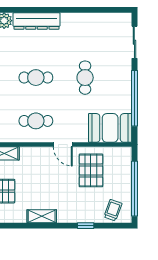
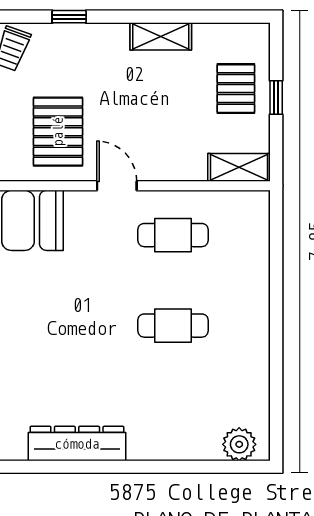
dresser: (36, 21) -> (77, 444), moved
cafe table: (85, 78) -> (70, 326), removed

